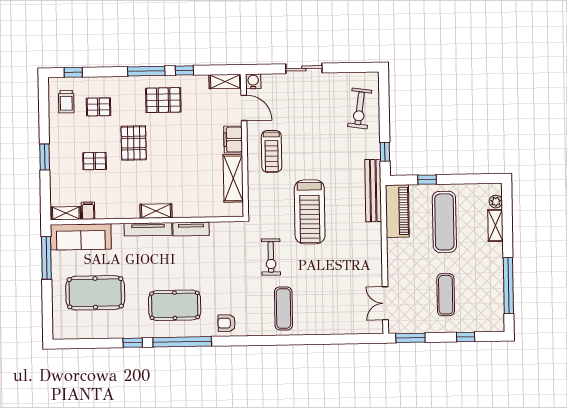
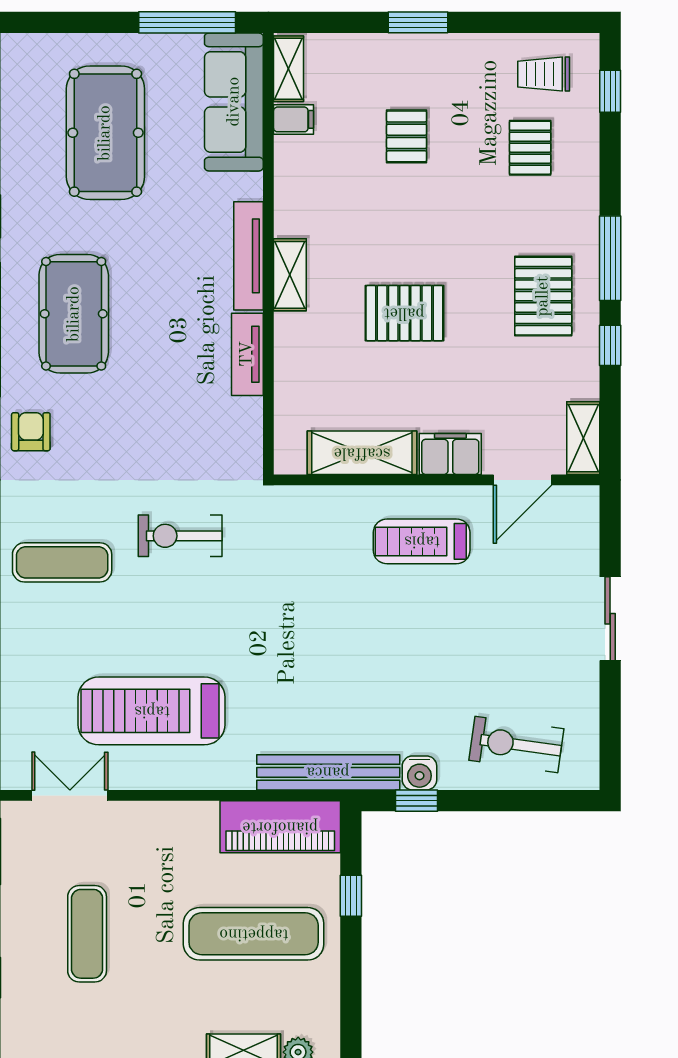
water cooler: (253, 81) -> (419, 773), moved, turned 90
pallet: (134, 143) -> (404, 313), moved
treadmill: (310, 212) -> (152, 711), moved
exercise mat: (446, 295) -> (87, 934), turned 90

